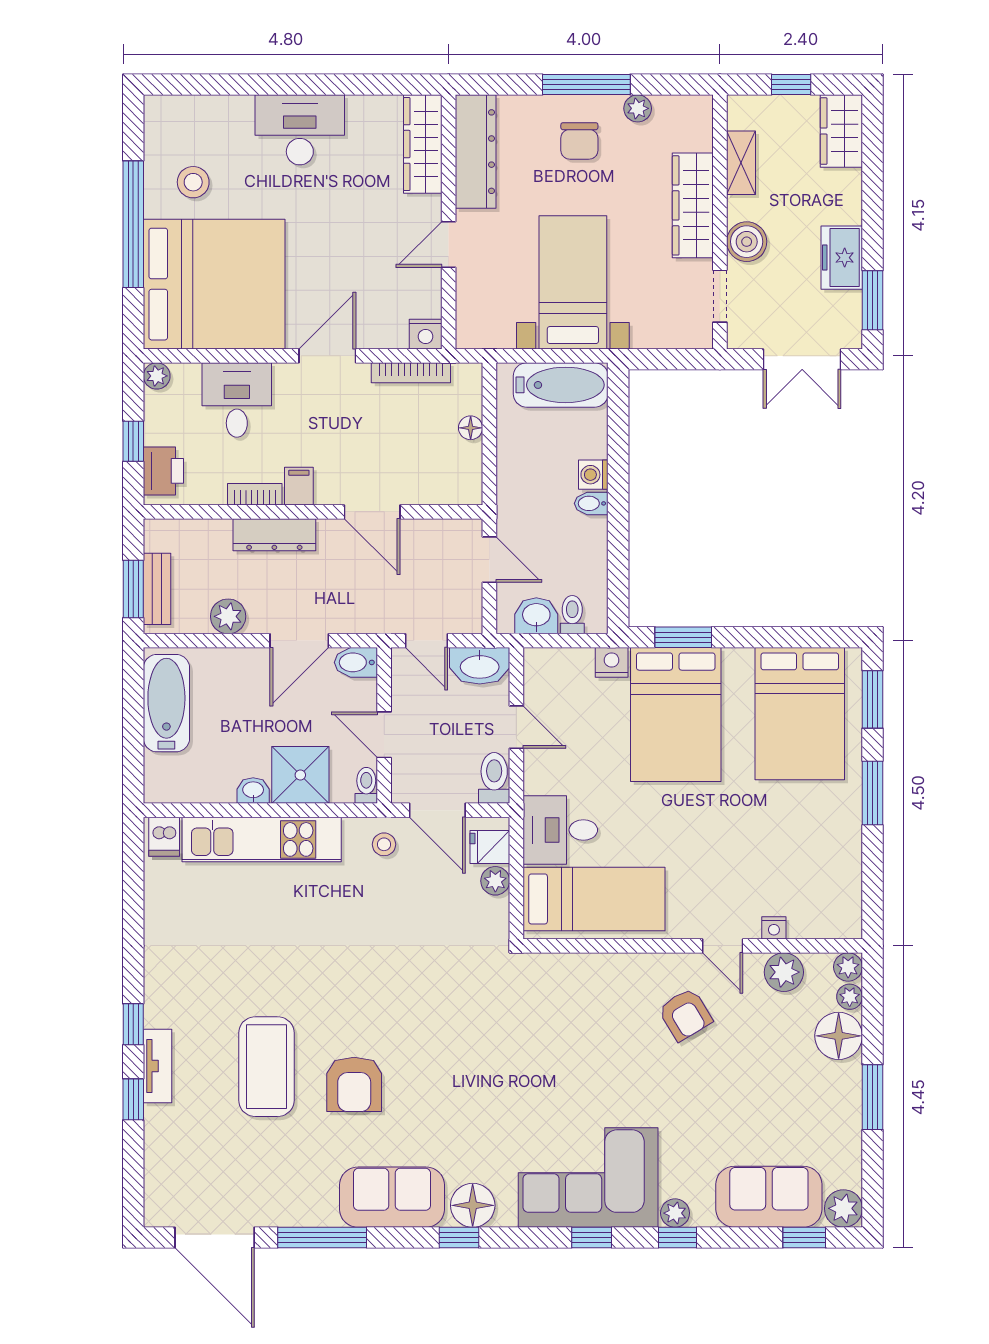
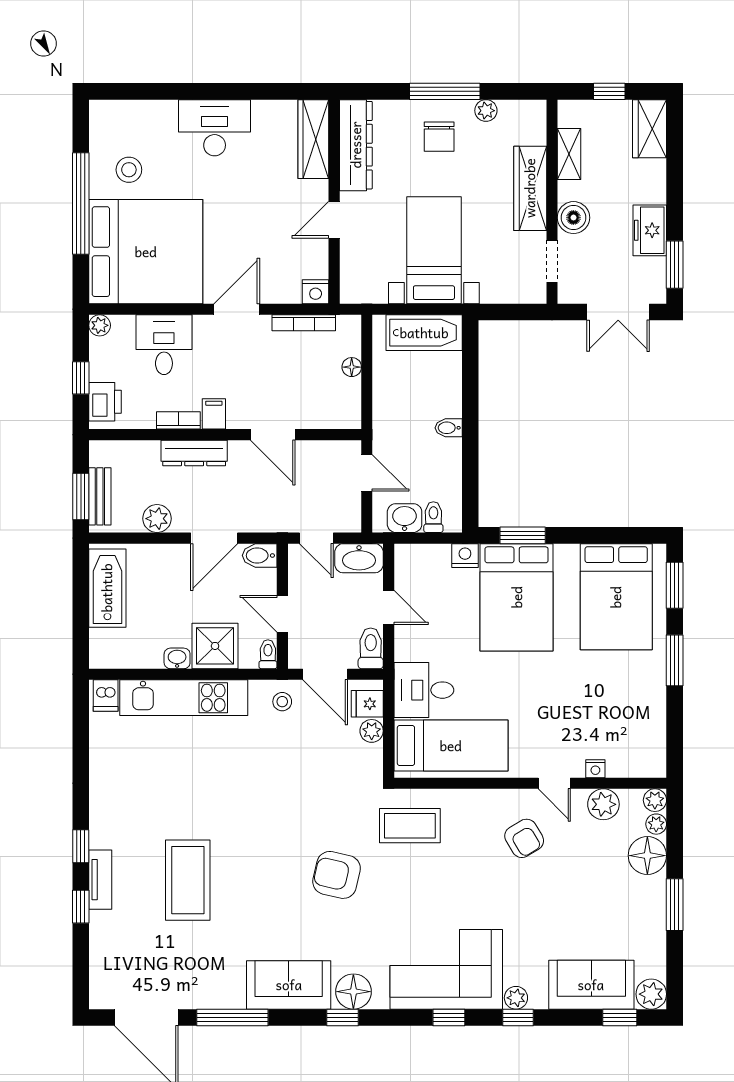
washing machine: (593, 475) -> (450, 405), removed
coffee table: (543, 999) -> (410, 826), added
armchair: (354, 1084) -> (337, 875), moved, turned 103

